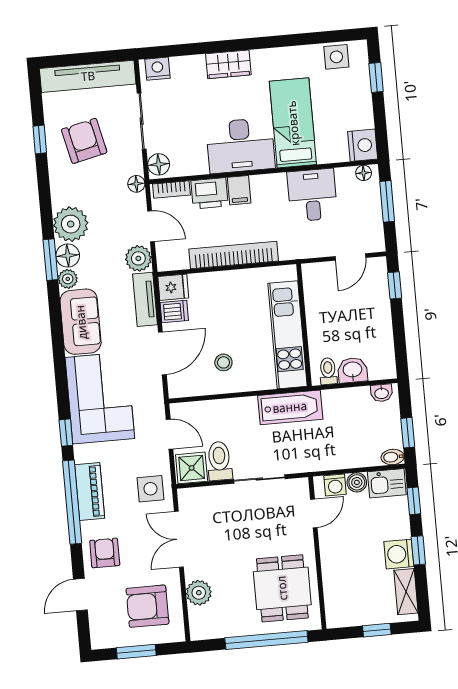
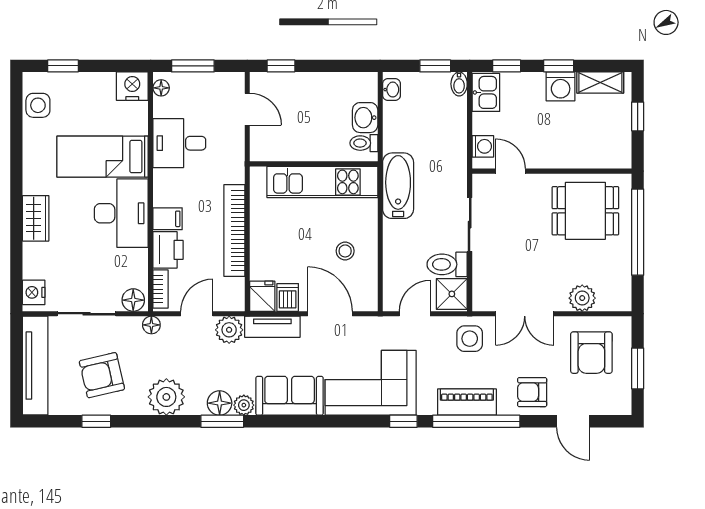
plant: (71, 224) -> (166, 397), moved
boiler: (357, 482) -> (482, 124), removed

